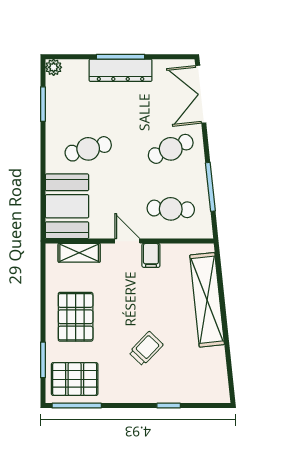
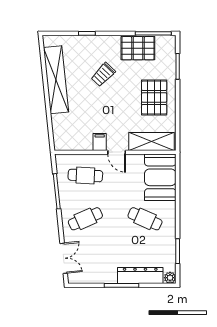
dresser: (121, 70) -> (140, 276), moved
double door: (201, 94) -> (64, 258), width x0.73
cafe table: (88, 149) -> (145, 219), turned 39
shelving: (79, 253) -> (152, 141), width x1.50, depth x1.33
shelving: (207, 300) -> (56, 80), moved
pallet: (75, 379) -> (138, 48), moved

